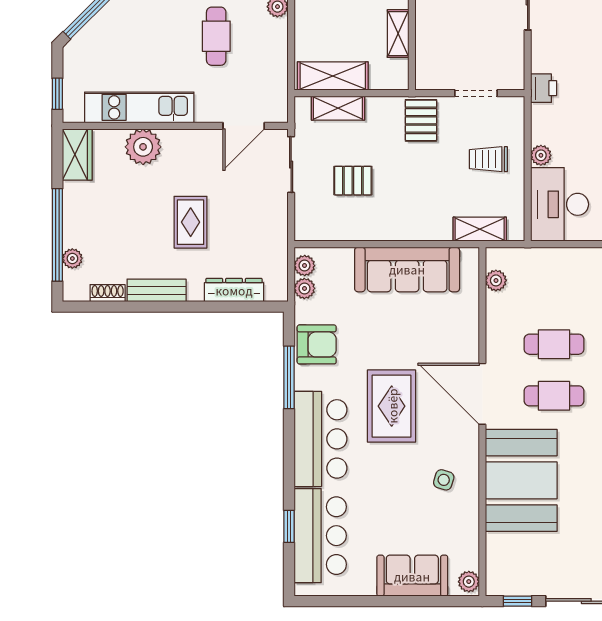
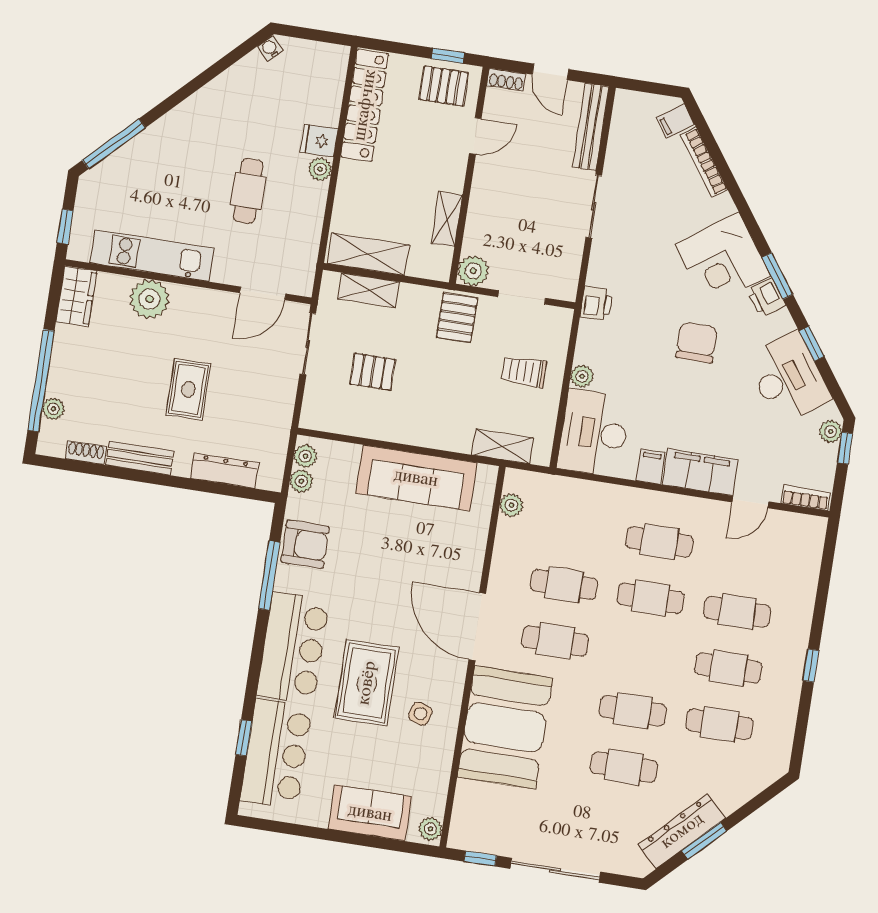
plant: (429, 76) -> (473, 271), added
rug: (392, 406) -> (367, 683), moved

